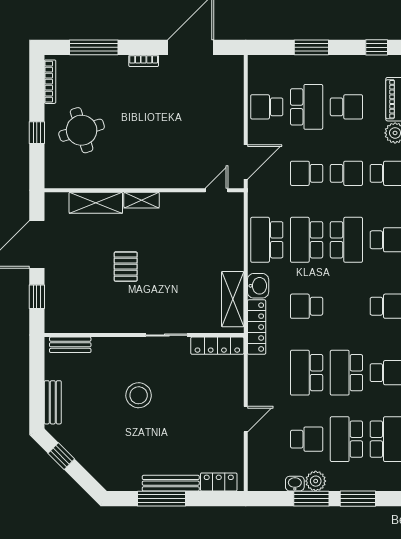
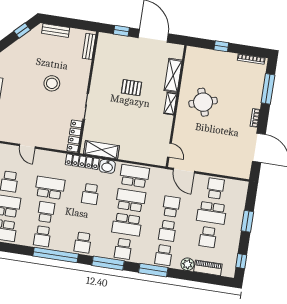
round table: (82, 130) -> (203, 102), moved
school desk: (307, 306) -> (90, 194), turned 180
school desk: (346, 373) -> (46, 212), width x0.54

